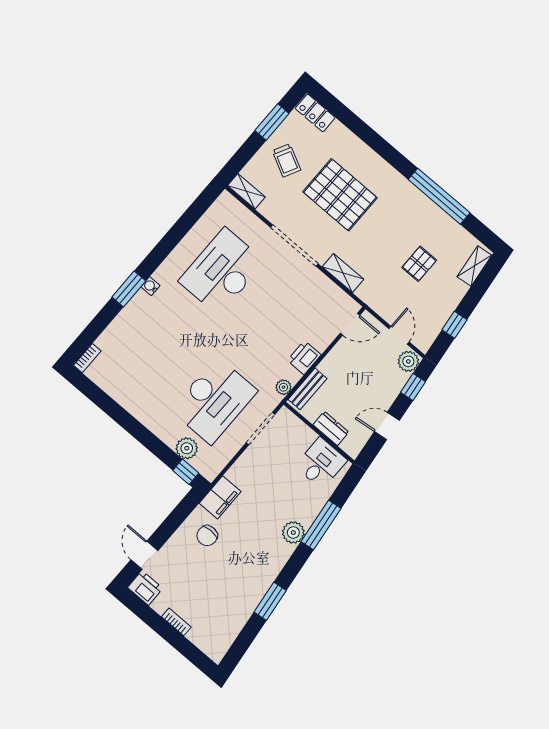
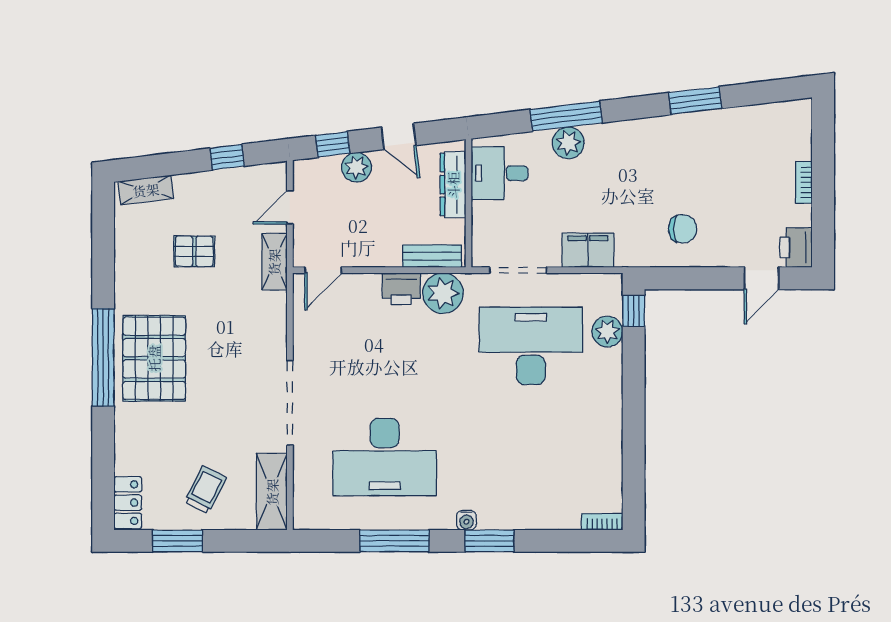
shelving: (246, 191) -> (272, 492), width x1.50, depth x1.33
pallet: (340, 195) -> (154, 358), moved
window: (439, 196) -> (103, 357), moved
window: (172, 238) -> (394, 541), added
shelving: (343, 273) -> (274, 262), moved
door: (350, 324) -> (323, 270), swing flipped
plant: (408, 361) -> (356, 167), moved
plant: (283, 387) -> (443, 293), width x1.87, depth x1.87
dresser: (331, 428) -> (453, 185), width x1.44
filing cabinet: (220, 497) -> (588, 250), moved
plant: (293, 533) -> (568, 143), moved

